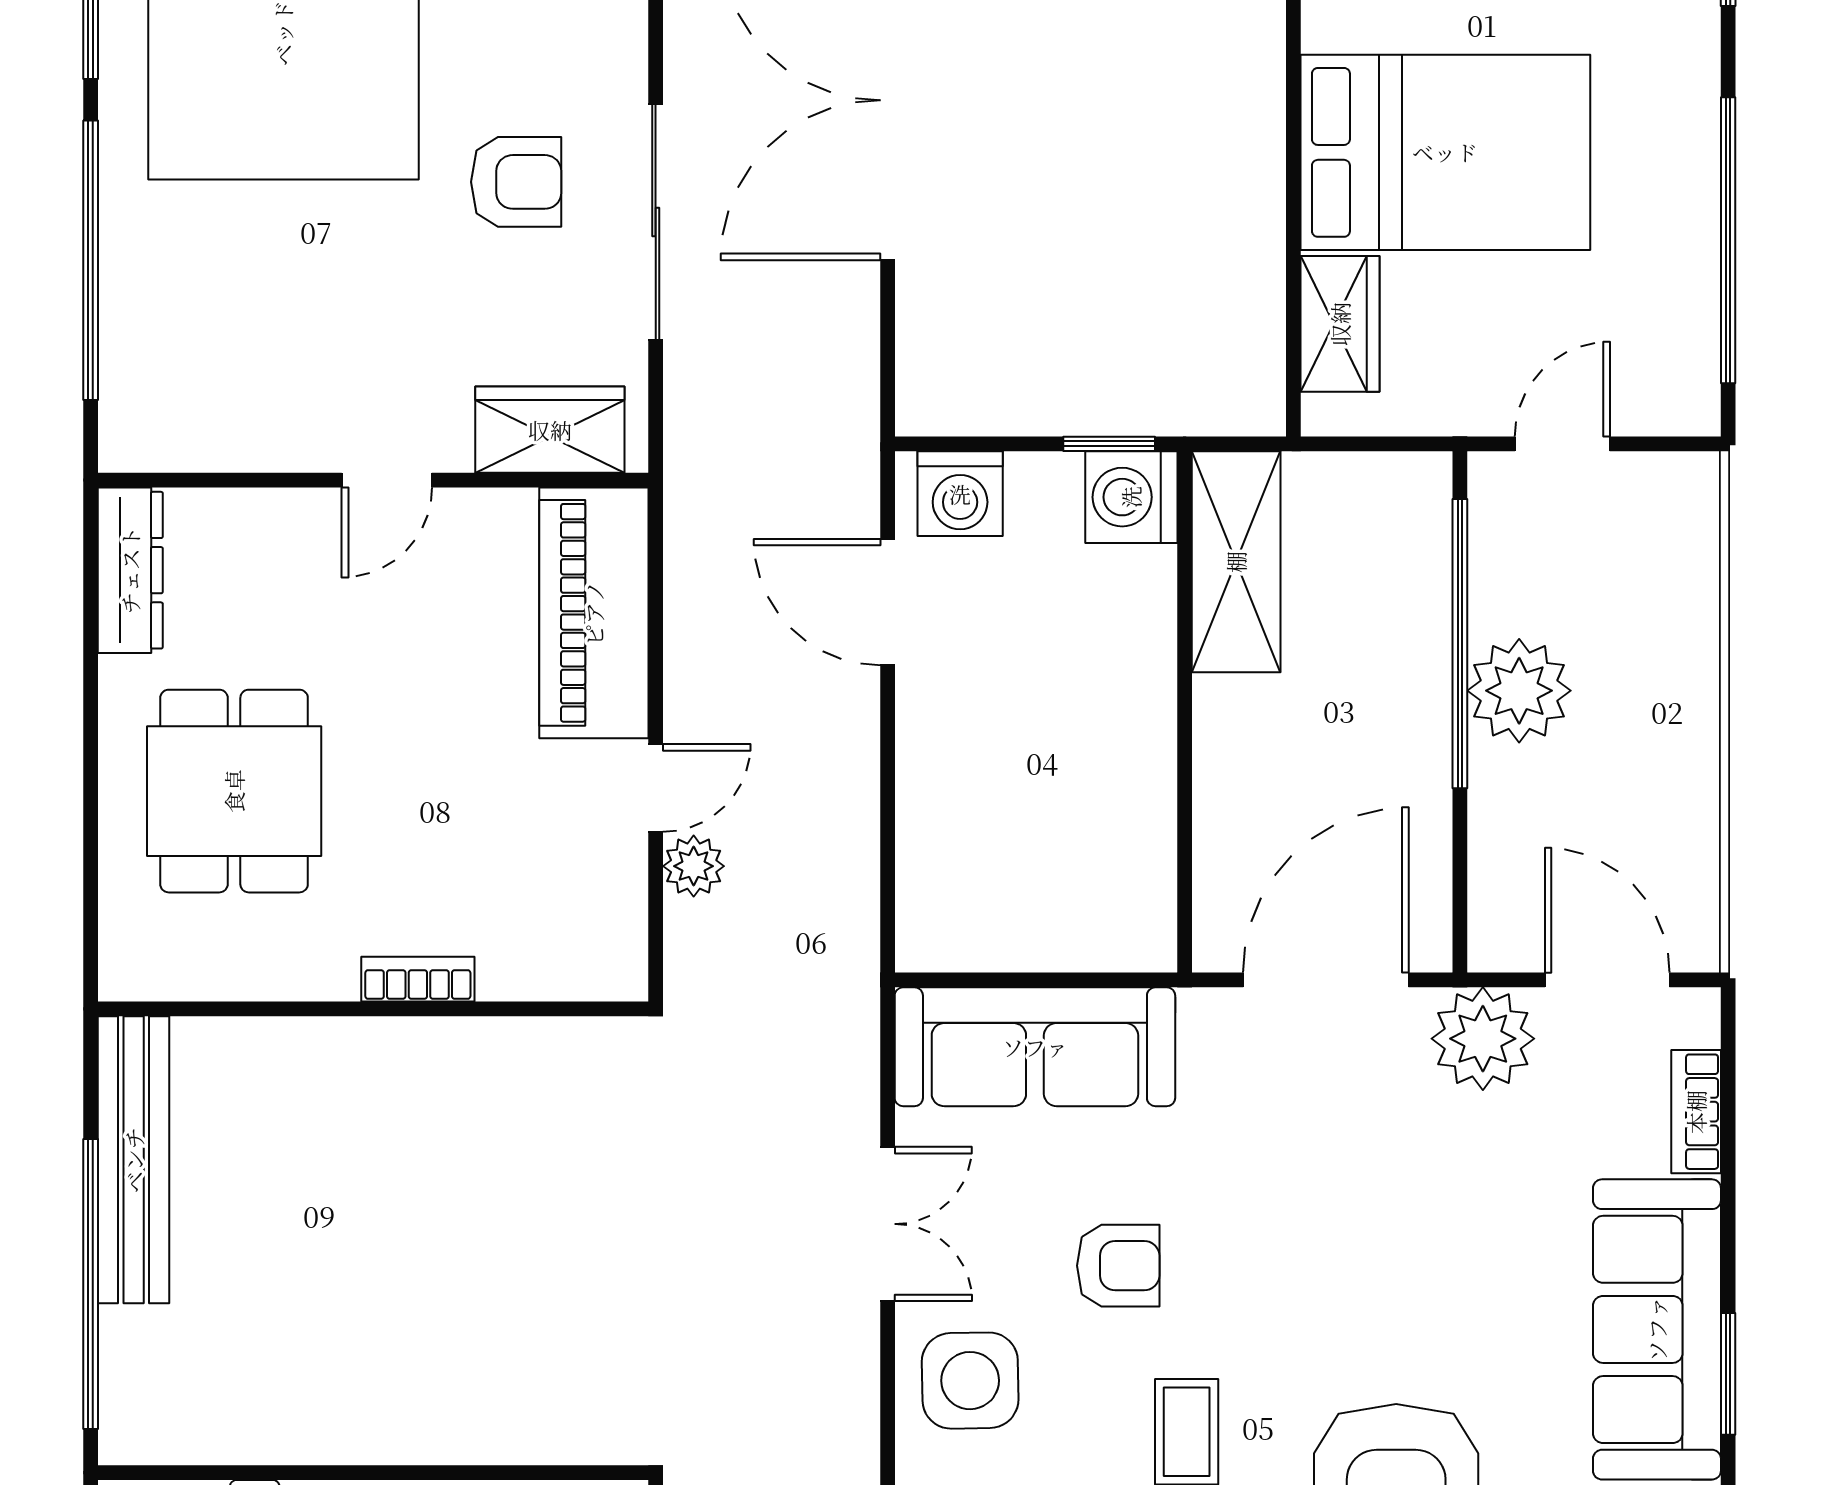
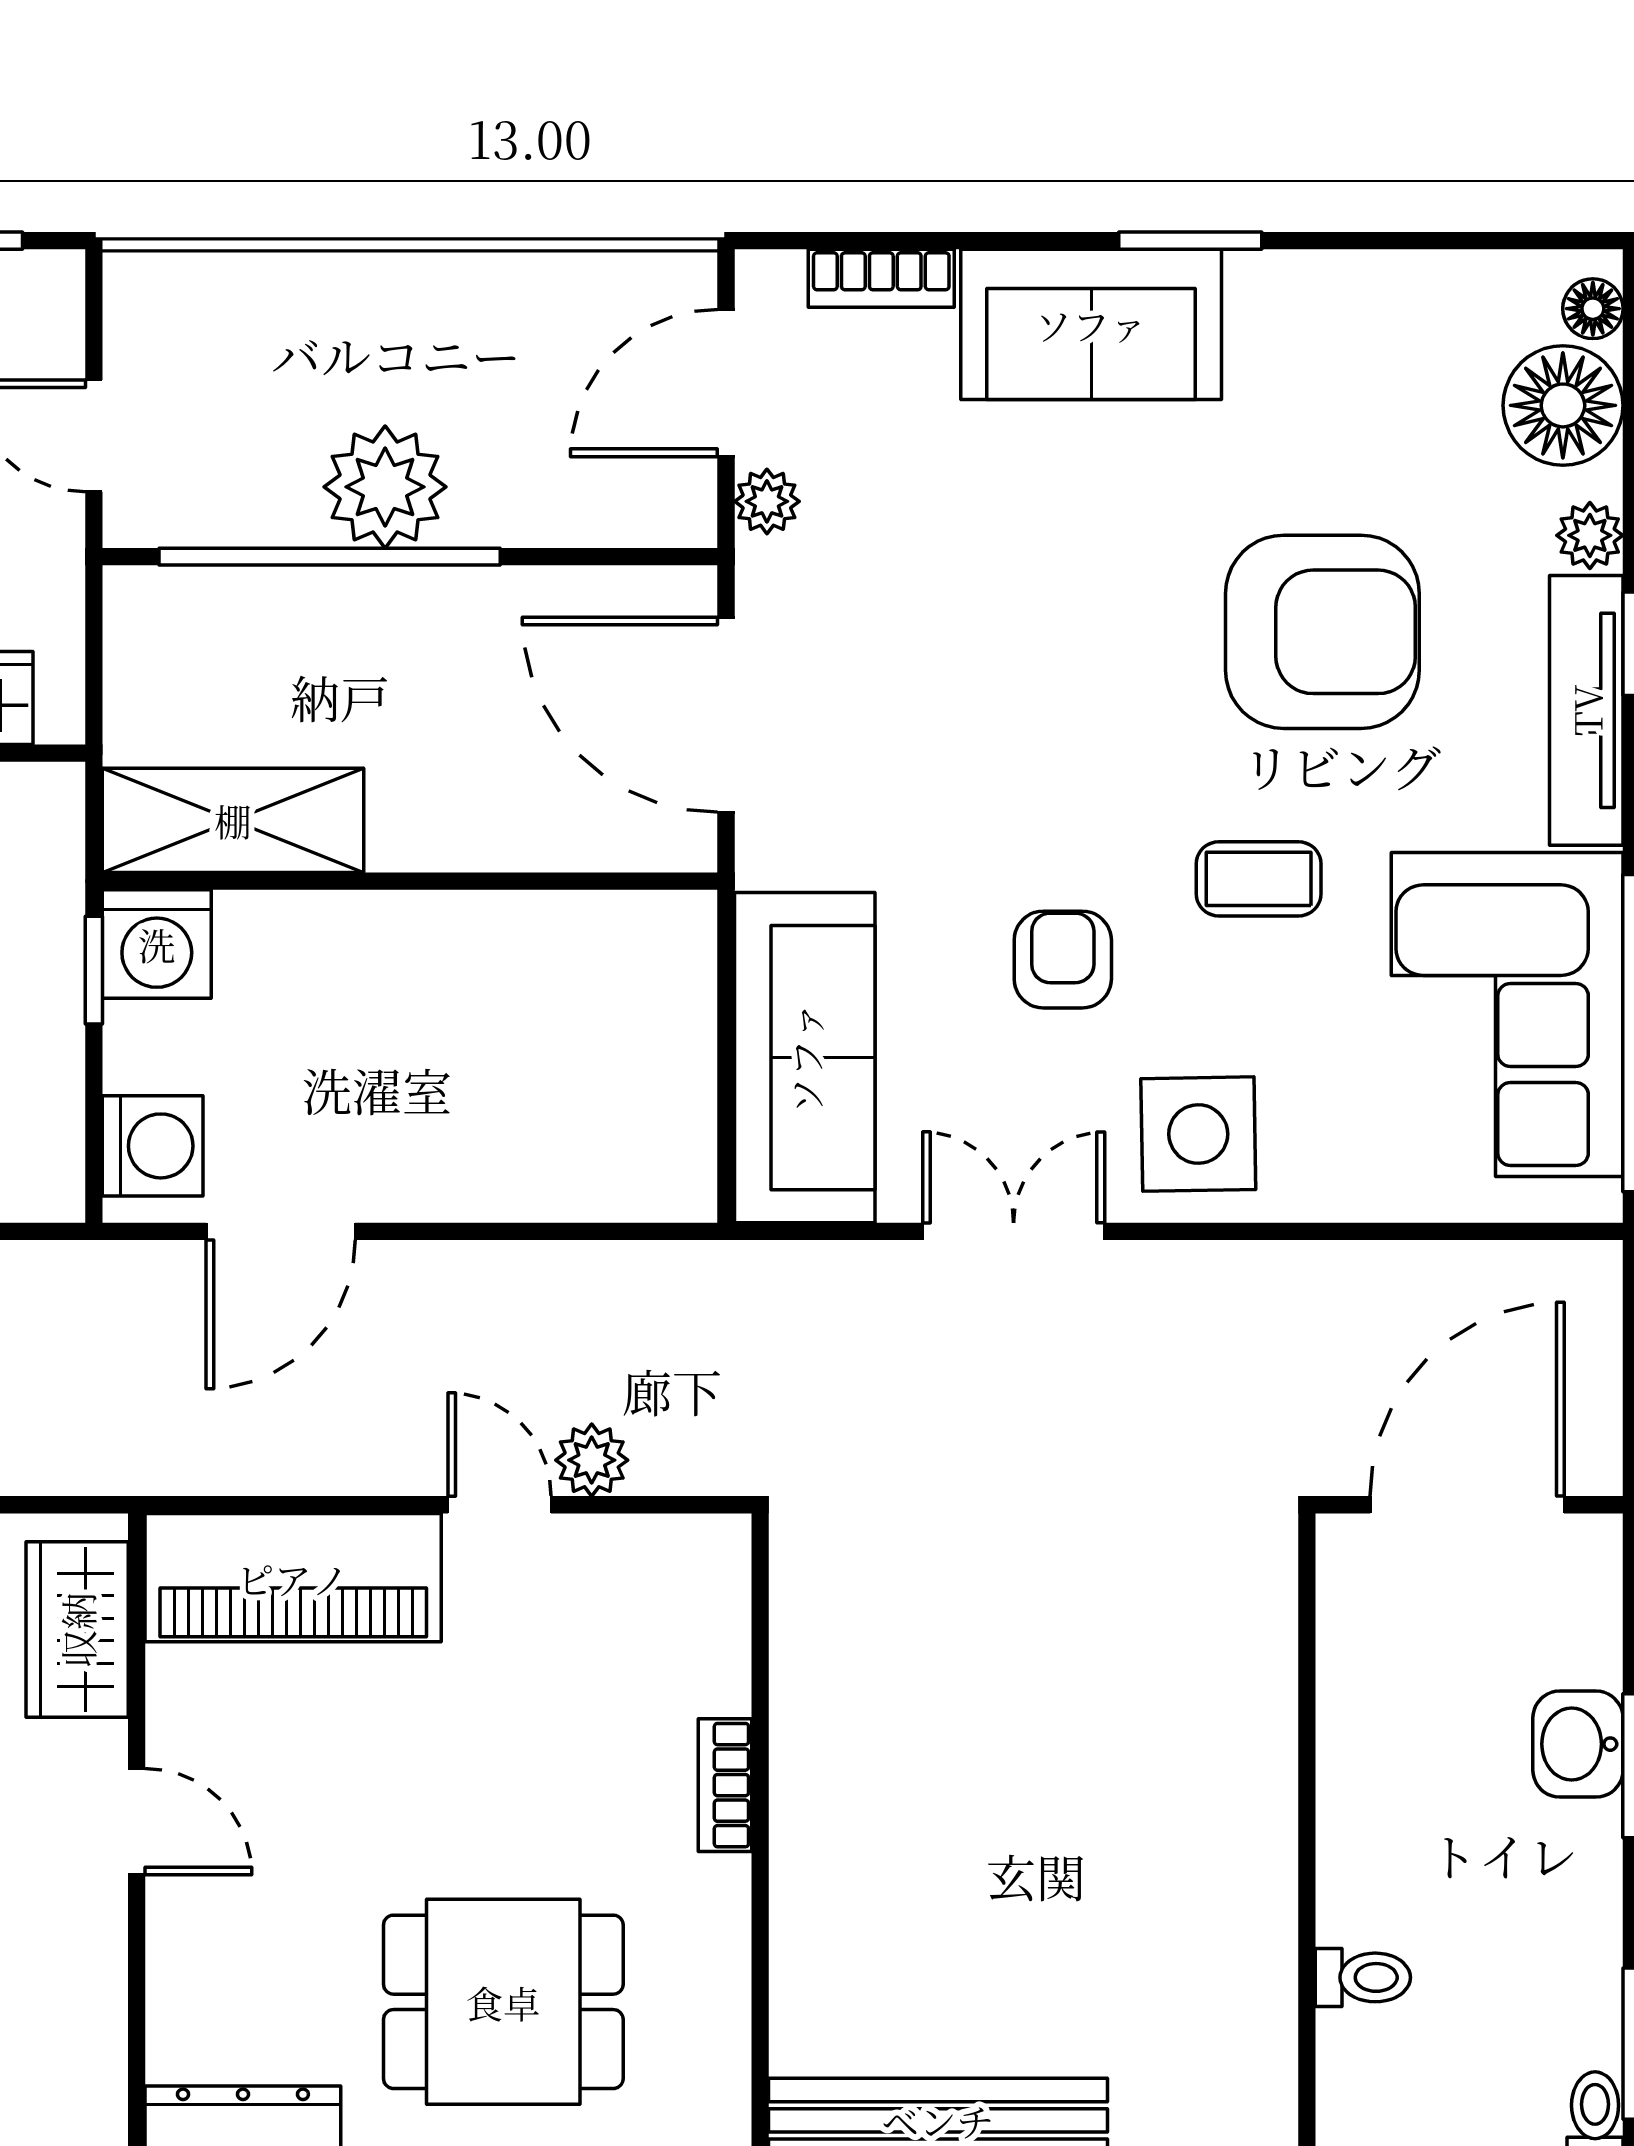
plant: (1483, 1039) -> (767, 501), width x0.53, depth x0.53
sofa: (1657, 1329) -> (1091, 324), width x0.73

